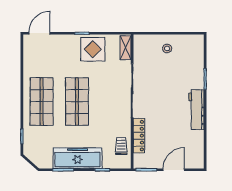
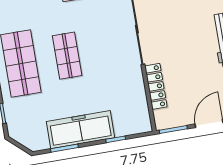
shop shelf: (77, 101) -> (67, 56), width x0.70, depth x0.74
trolley: (121, 146) -> (135, 104), removed

